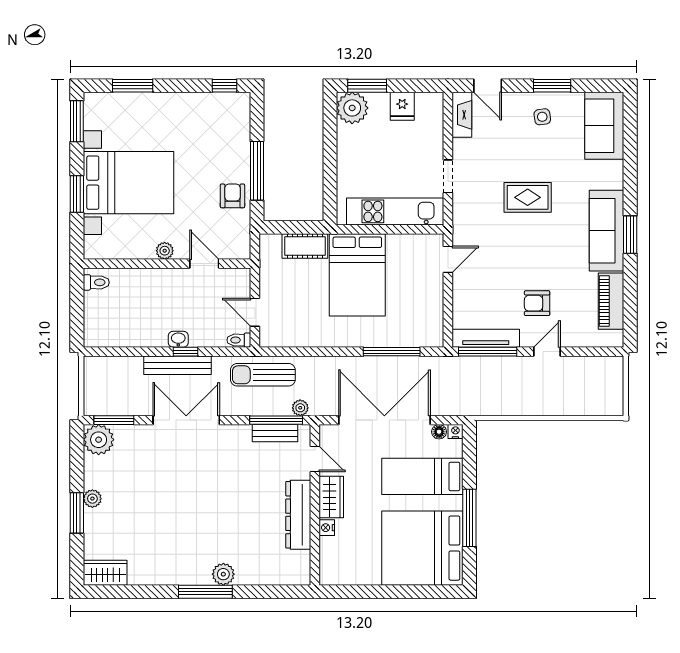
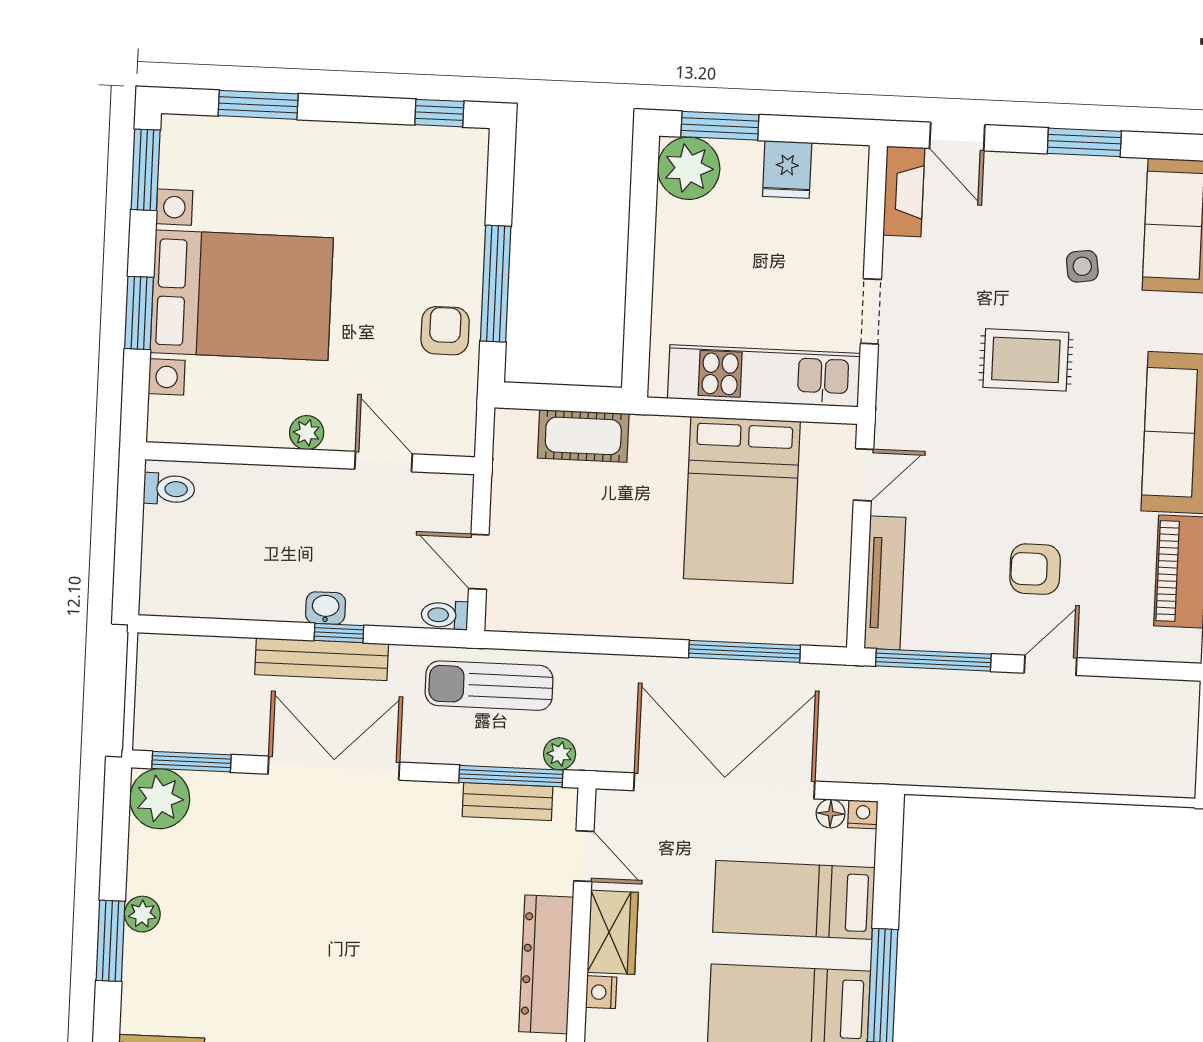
side table: (542, 117) -> (1082, 266), moved
bed: (357, 275) -> (742, 500), moved
tv unit: (486, 338) -> (885, 583), moved, turned 90

